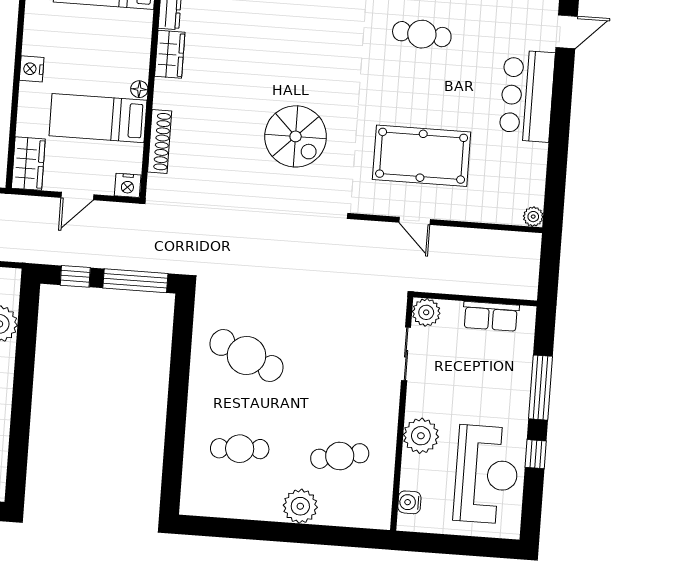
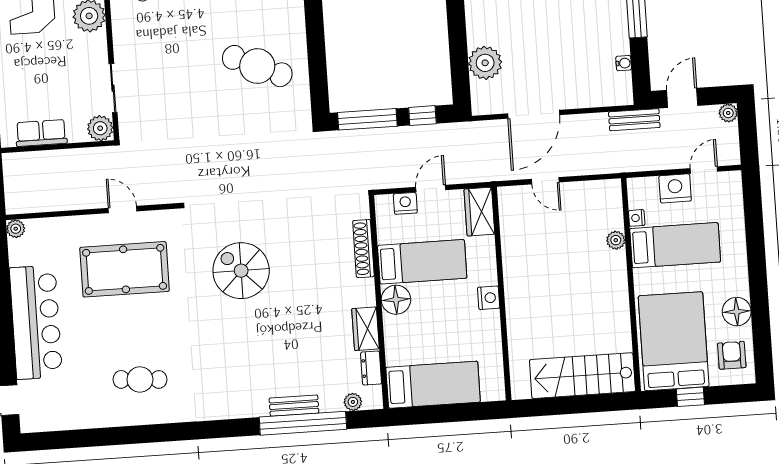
floor lamp: (139, 89) -> (396, 300), width x1.89, depth x1.89
bar counter: (527, 96) -> (36, 322), width x1.36
nightstand: (128, 185) -> (405, 203), moved

